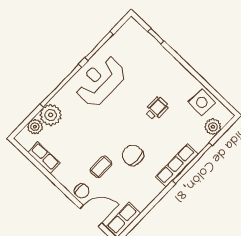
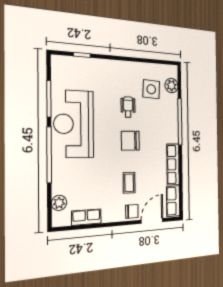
reception desk: (100, 81) -> (74, 124), width x1.36, depth x1.30
side table: (202, 102) -> (151, 89), moved
plant: (51, 115) -> (62, 183), removed
chair: (133, 155) -> (130, 141), moved
row of seats: (177, 165) -> (173, 164), moved

